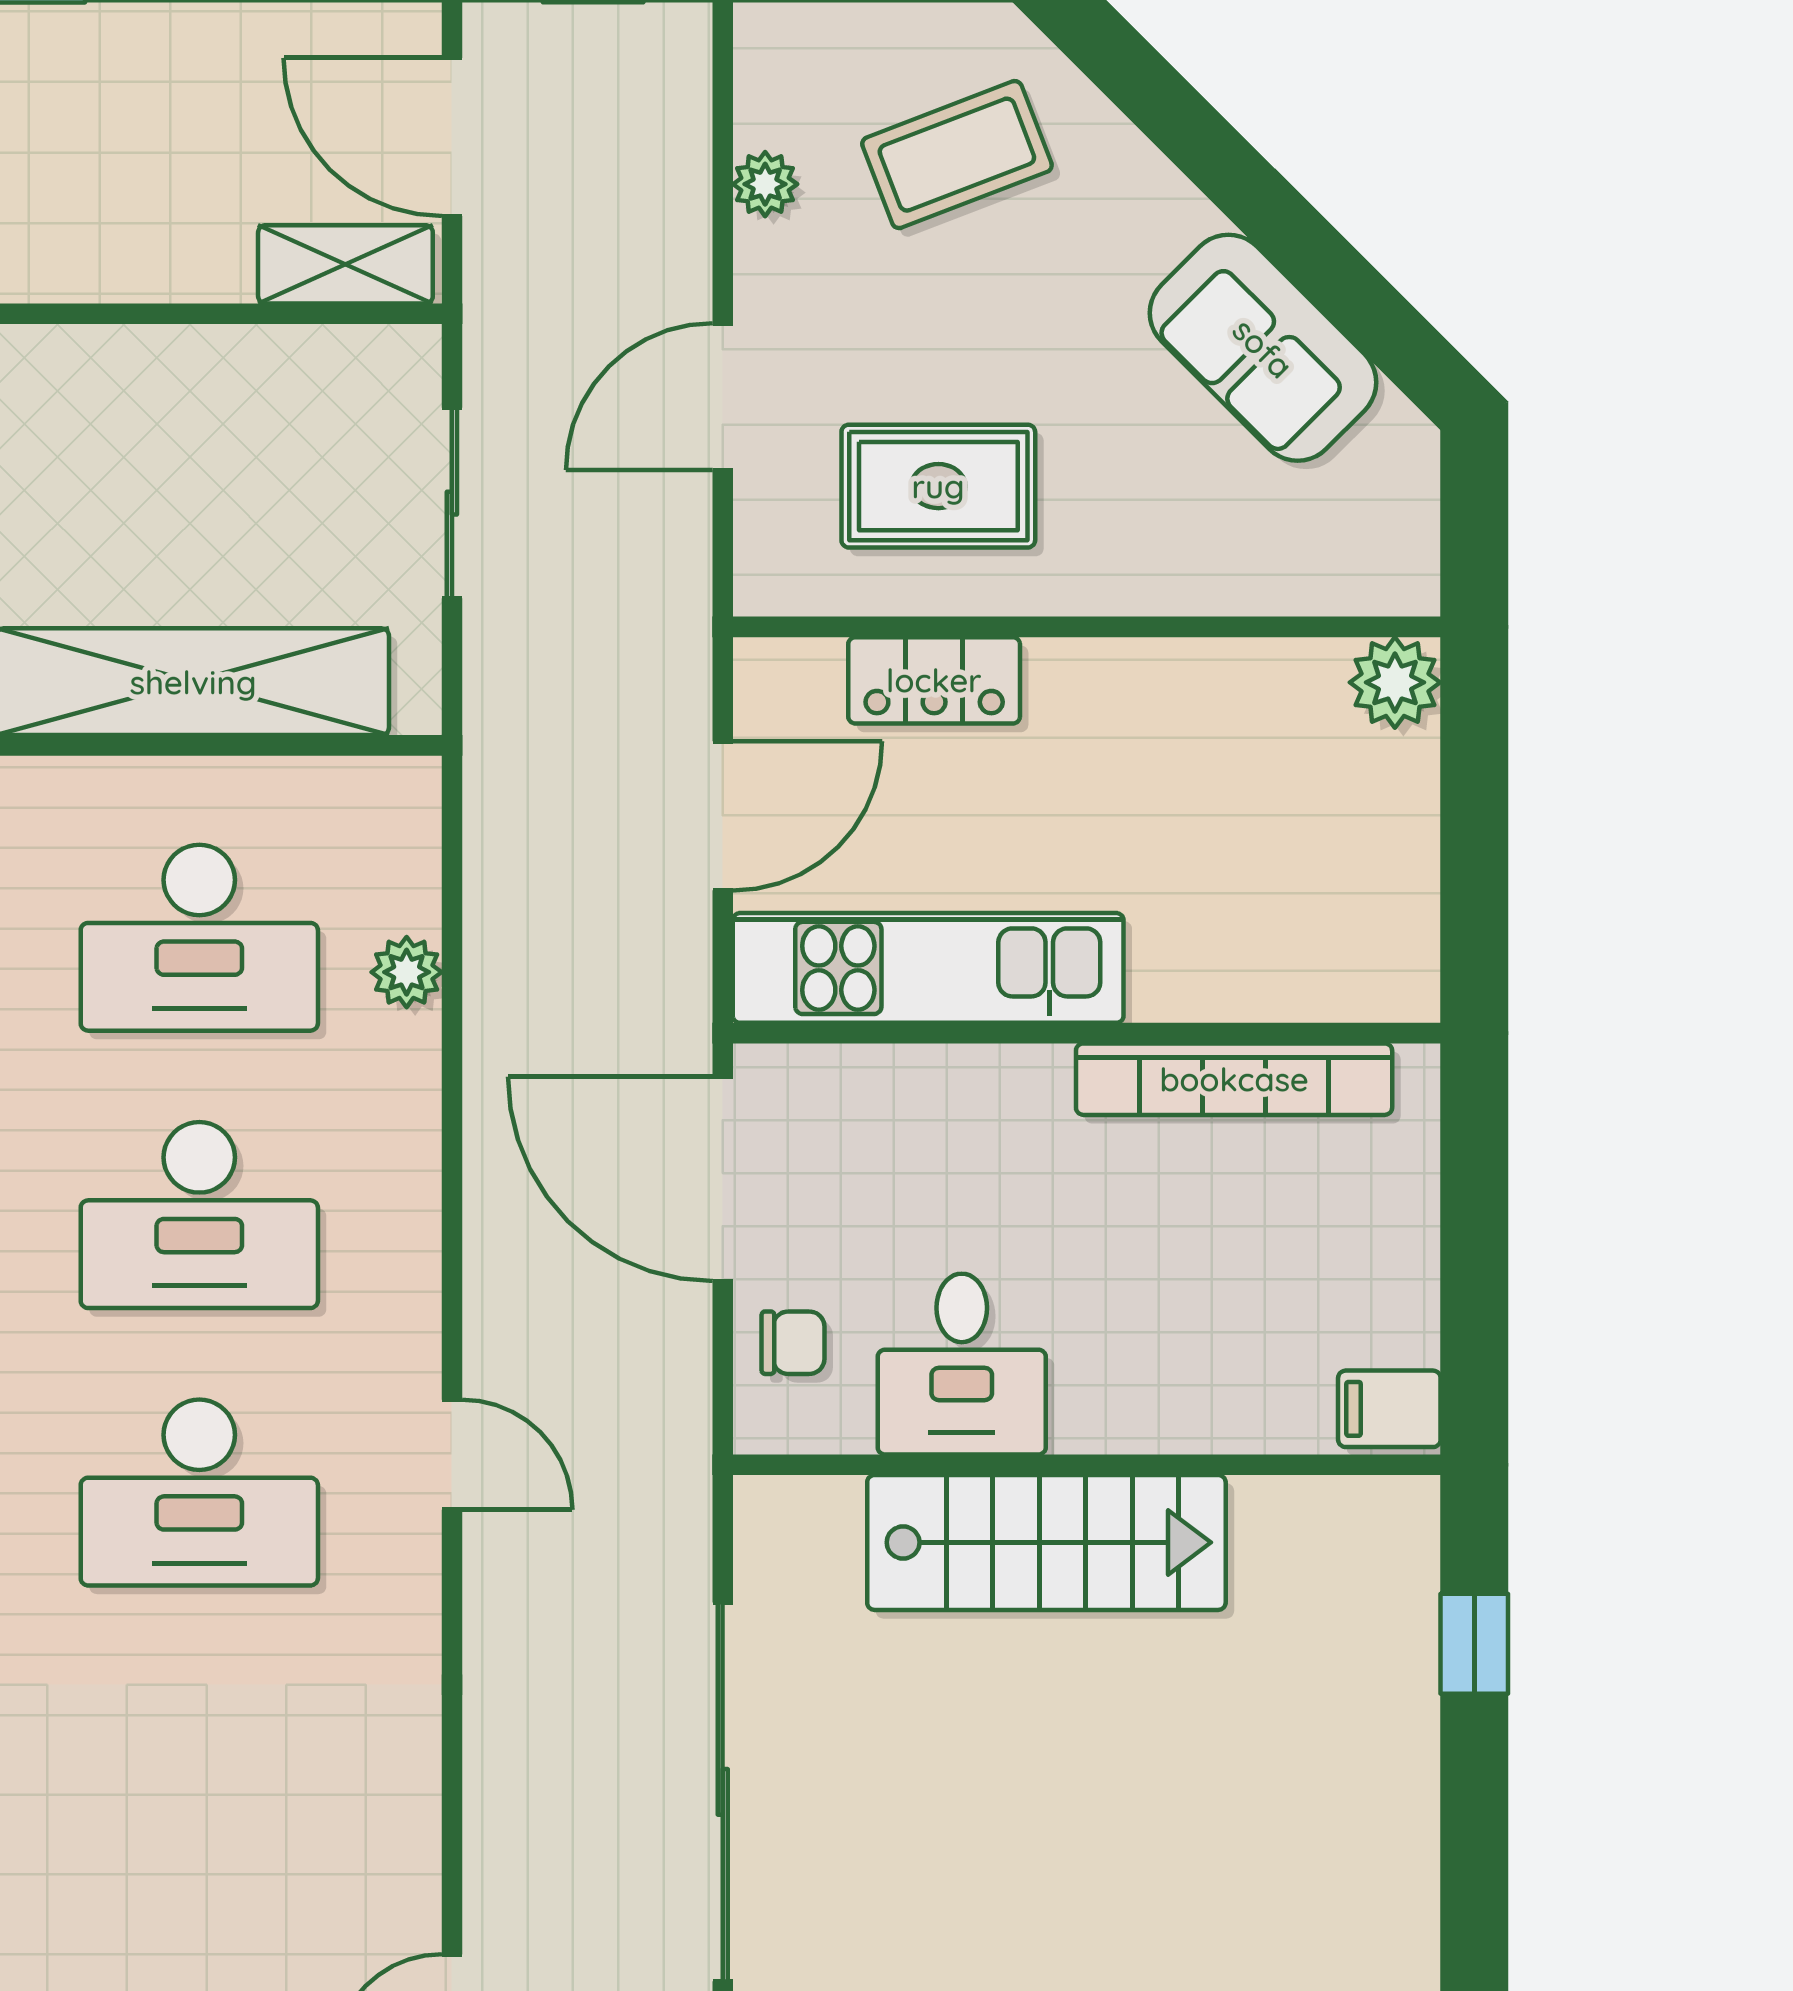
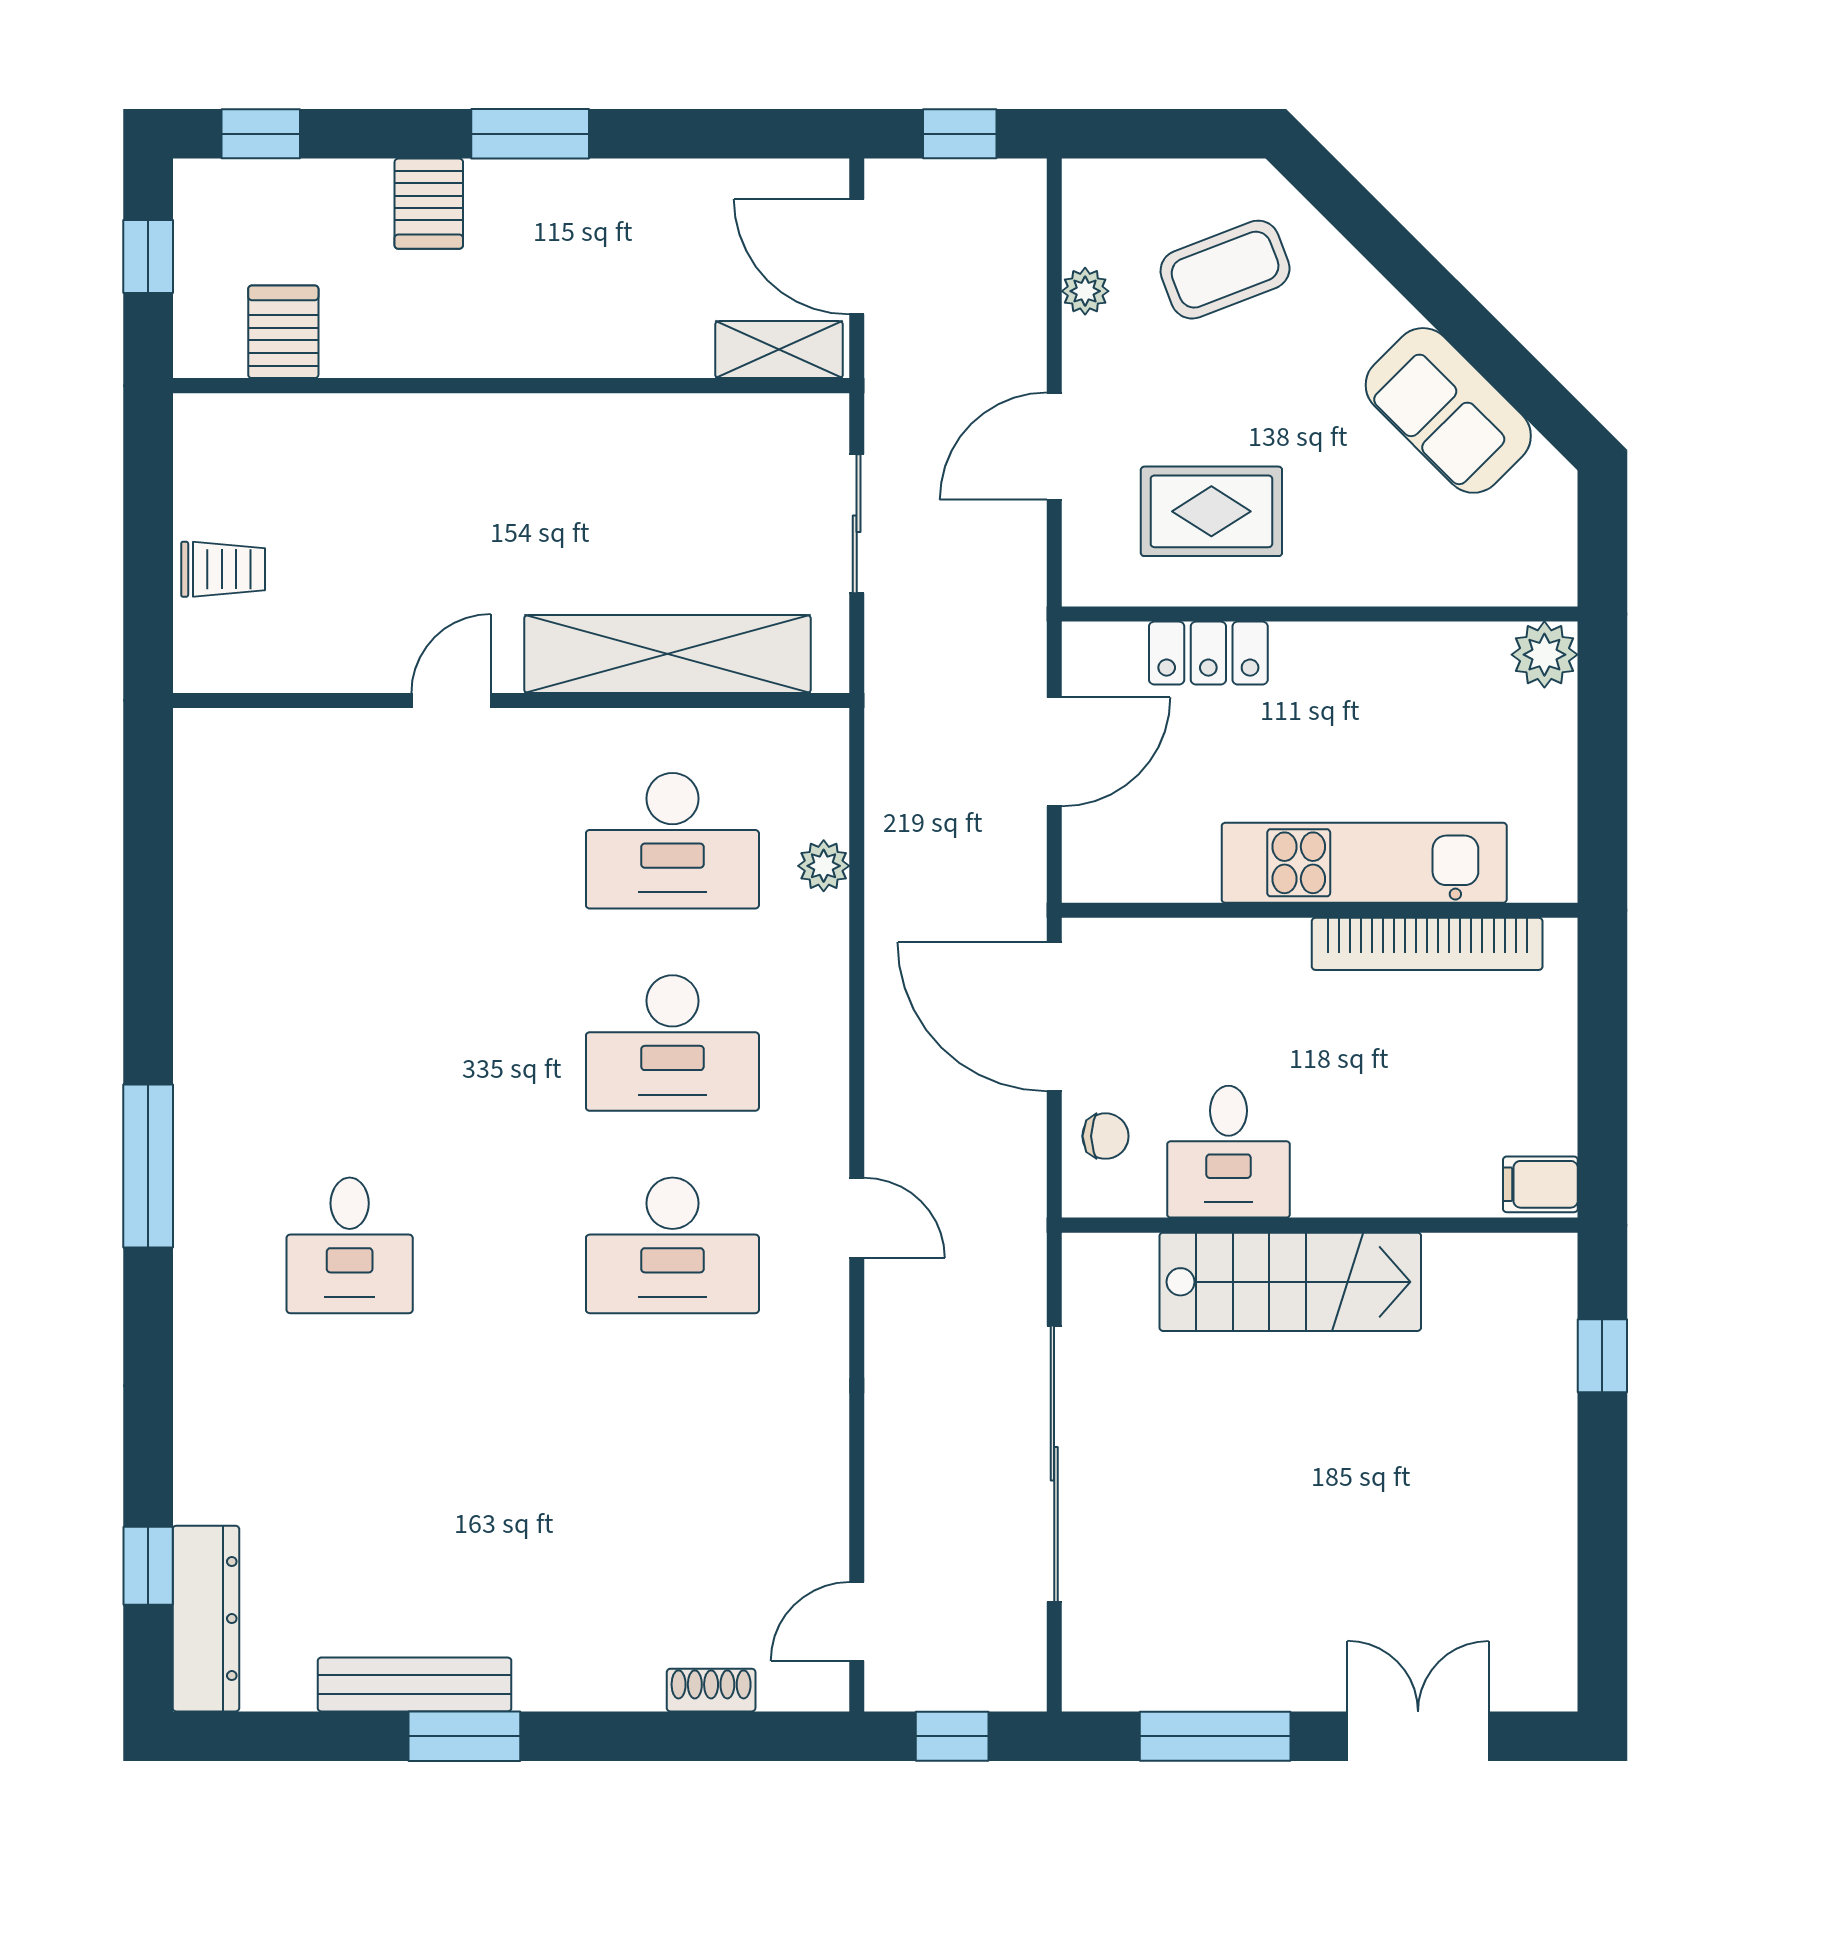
kitchen unit: (928, 968) -> (1364, 863), moved

